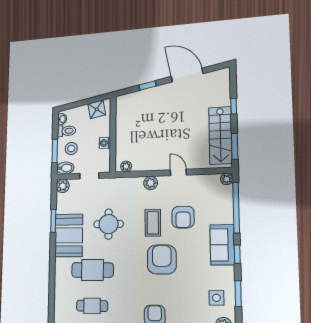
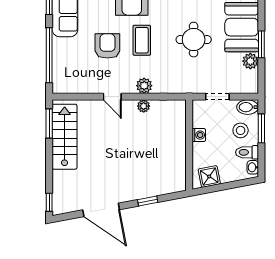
window: (234, 106) -> (49, 202), moved
plant: (126, 166) -> (144, 106), moved
plant: (227, 179) -> (59, 87), removed
plant: (63, 186) -> (250, 61), moved

